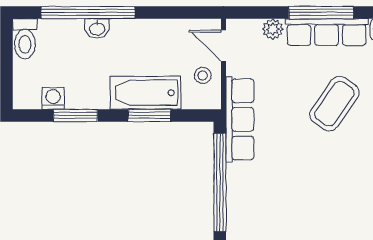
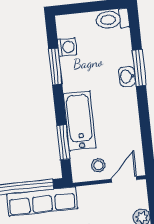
window: (88, 13) -> (139, 68), width x0.47
window: (149, 115) -> (63, 142), moved
row of seats: (240, 119) -> (42, 201), moved

